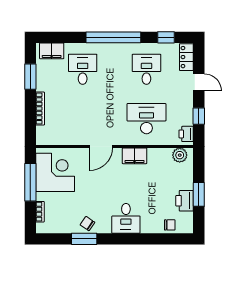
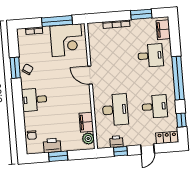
printer: (186, 134) -> (116, 141), moved
filing cabinet: (135, 156) -> (86, 122), moved

